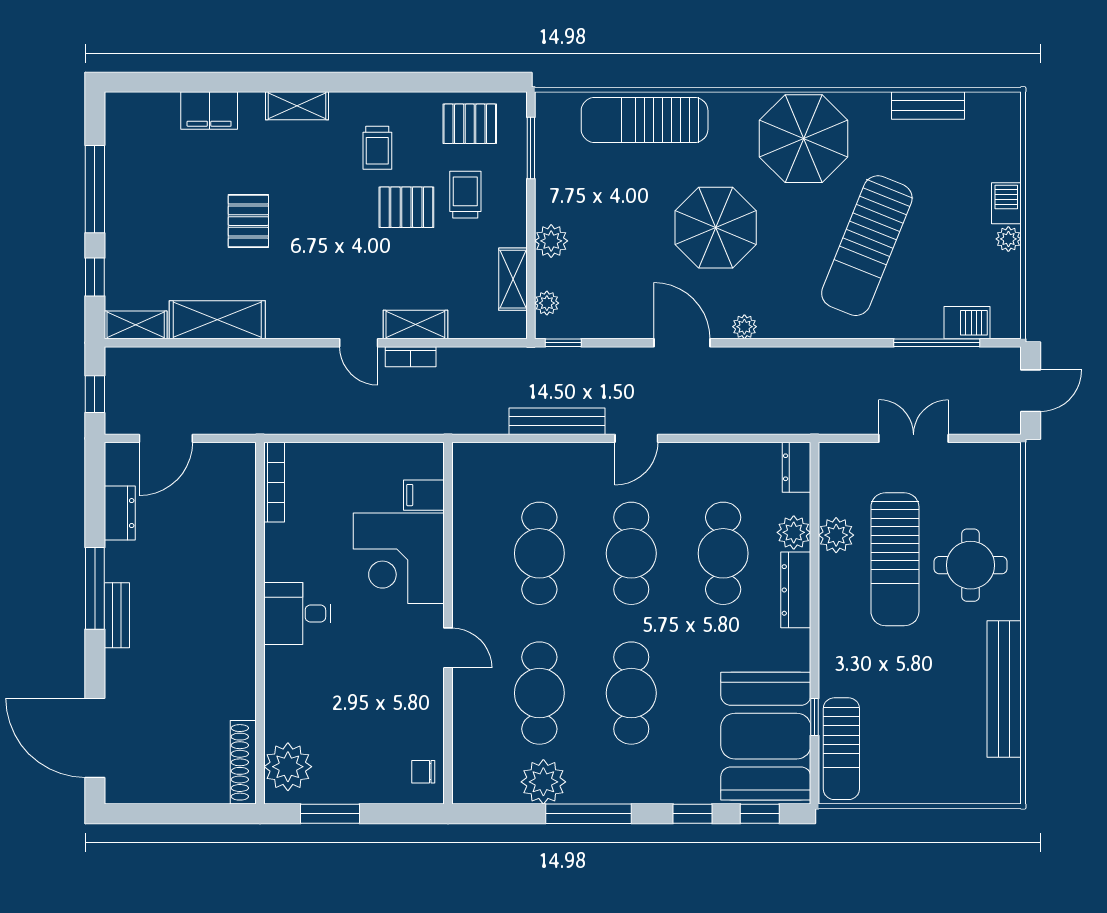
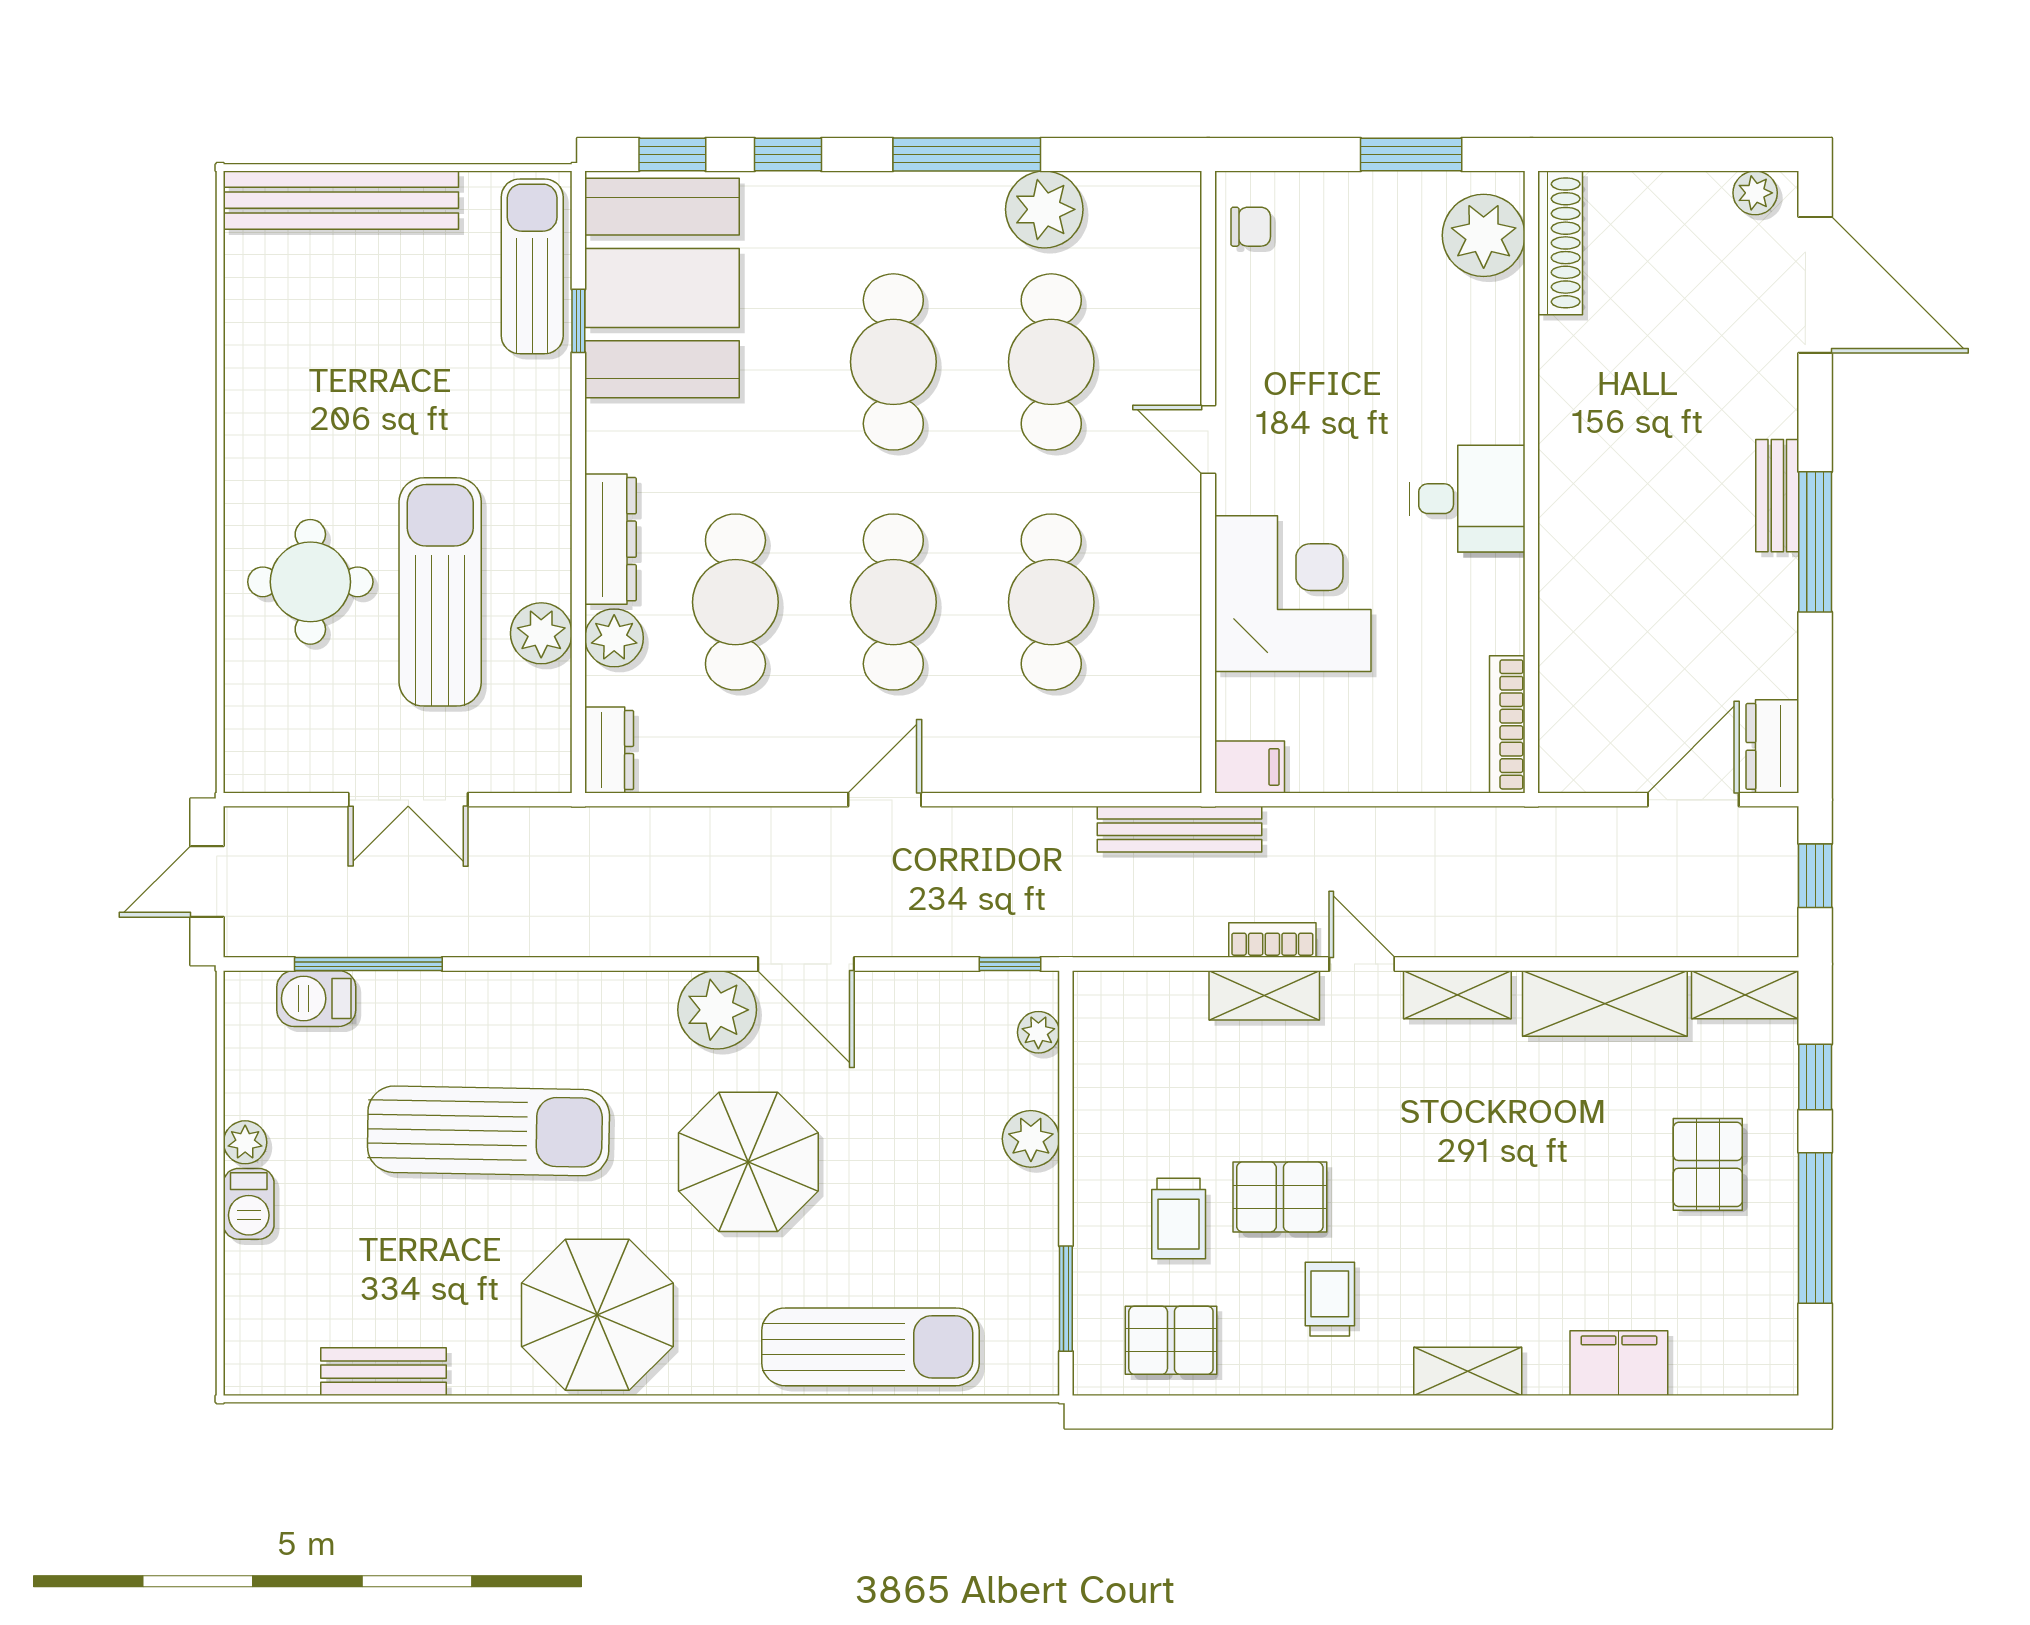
pallet: (248, 221) -> (1708, 1164), moved
sun lounger: (867, 246) -> (488, 1131), turned 69
shelving: (513, 279) -> (1457, 995), moved, turned 90
plant: (744, 327) -> (717, 1010), width x1.87, depth x1.87
bench: (557, 421) -> (1180, 829), moved
filing cabinet: (424, 495) -> (1250, 767), moved
dresser: (120, 513) -> (1772, 746), moved
bench: (1004, 689) -> (341, 200), moved, turned 90
plant: (130, 791) -> (1755, 193), added

